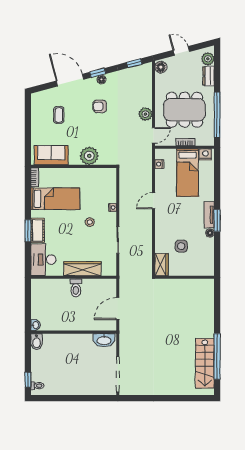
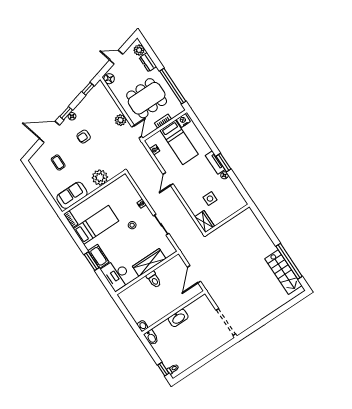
washbasin: (104, 340) -> (178, 318), moved

